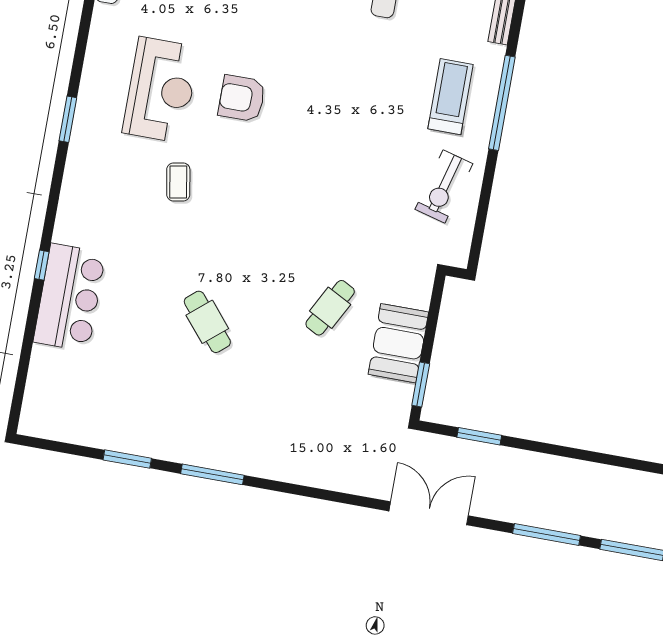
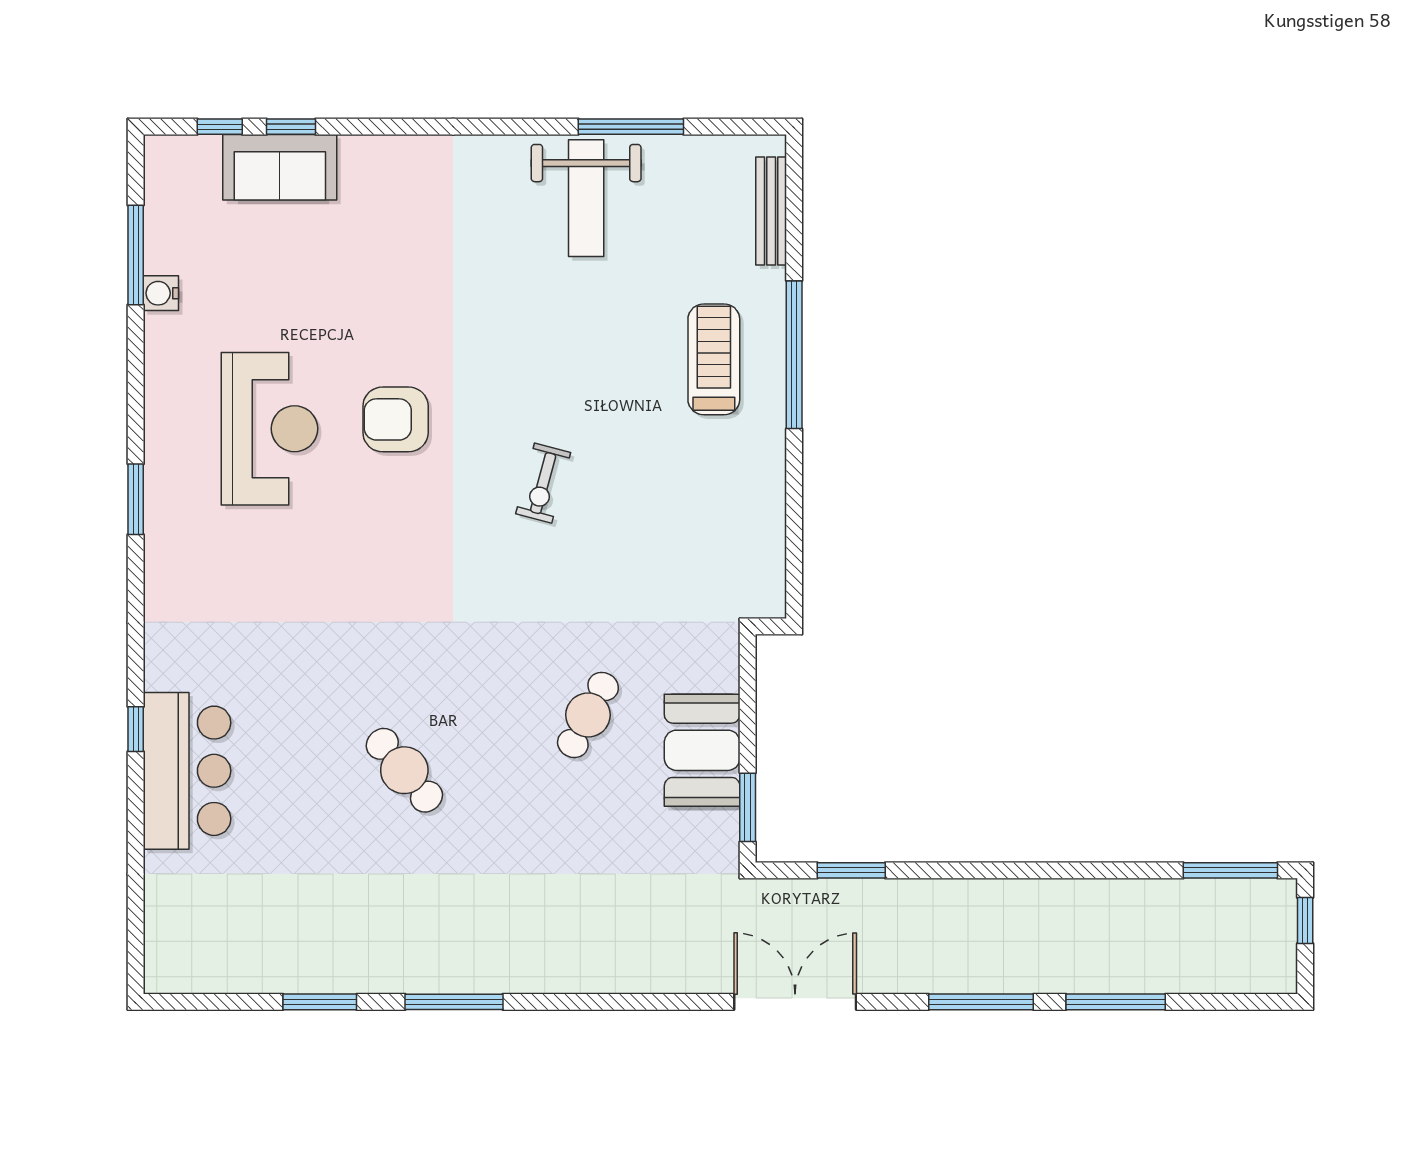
coffee table: (178, 182) -> (322, 565), removed
exercise bike: (444, 187) -> (543, 483), moved, width x0.73, depth x0.72

